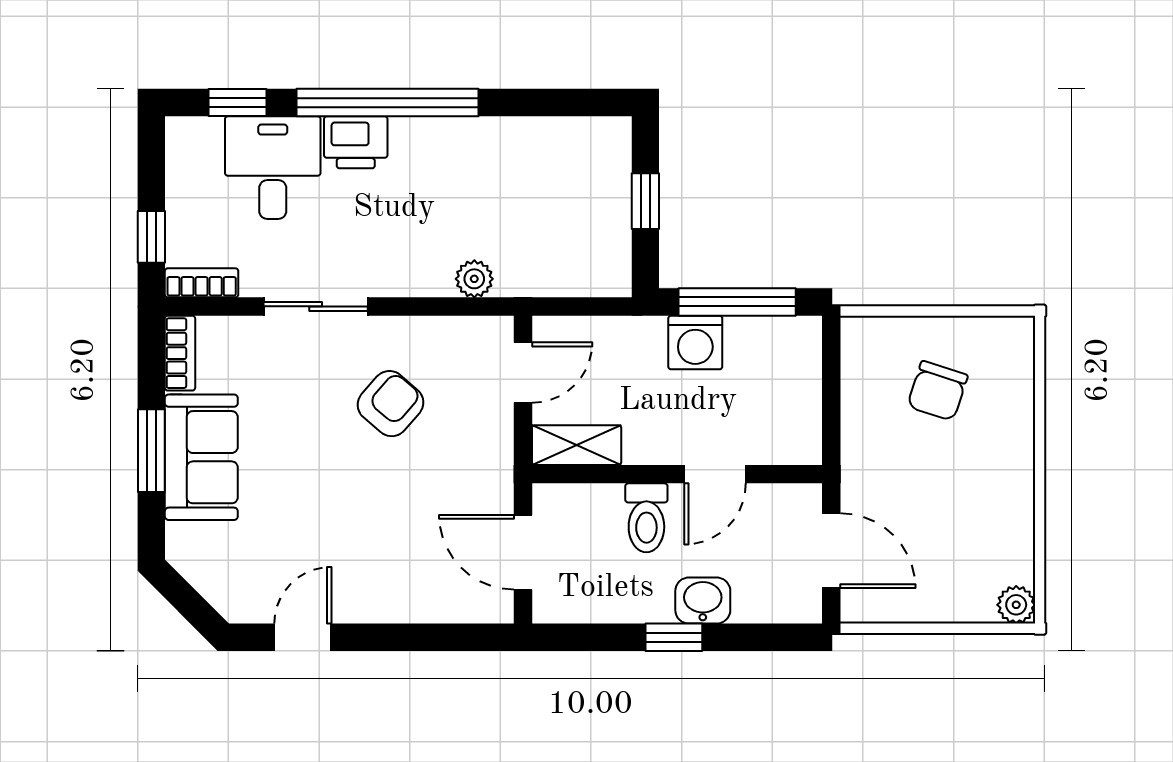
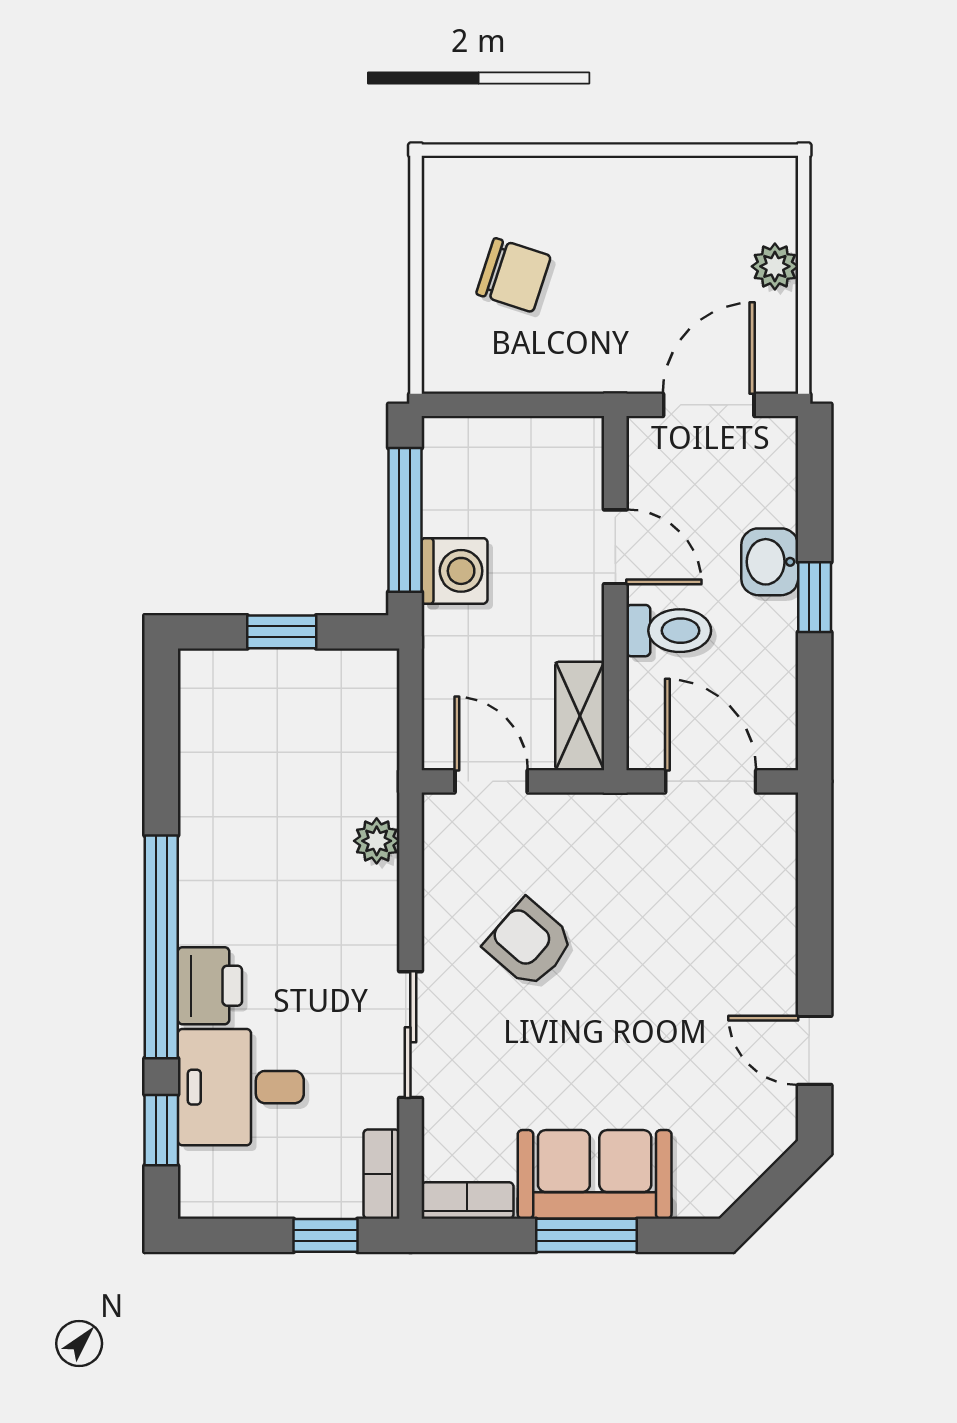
door: (523, 552) -> (711, 781), swing flipped
plant: (1016, 605) -> (775, 266), moved

